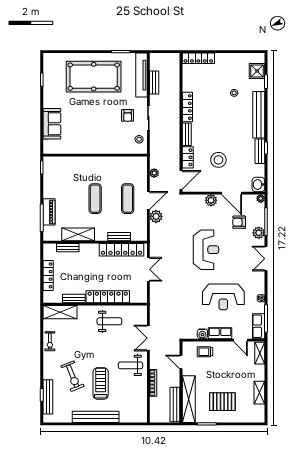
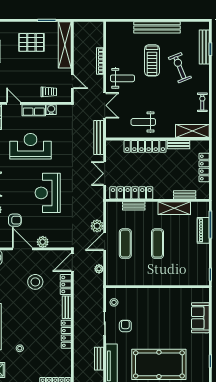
bench: (175, 404) -> (99, 138), moved

